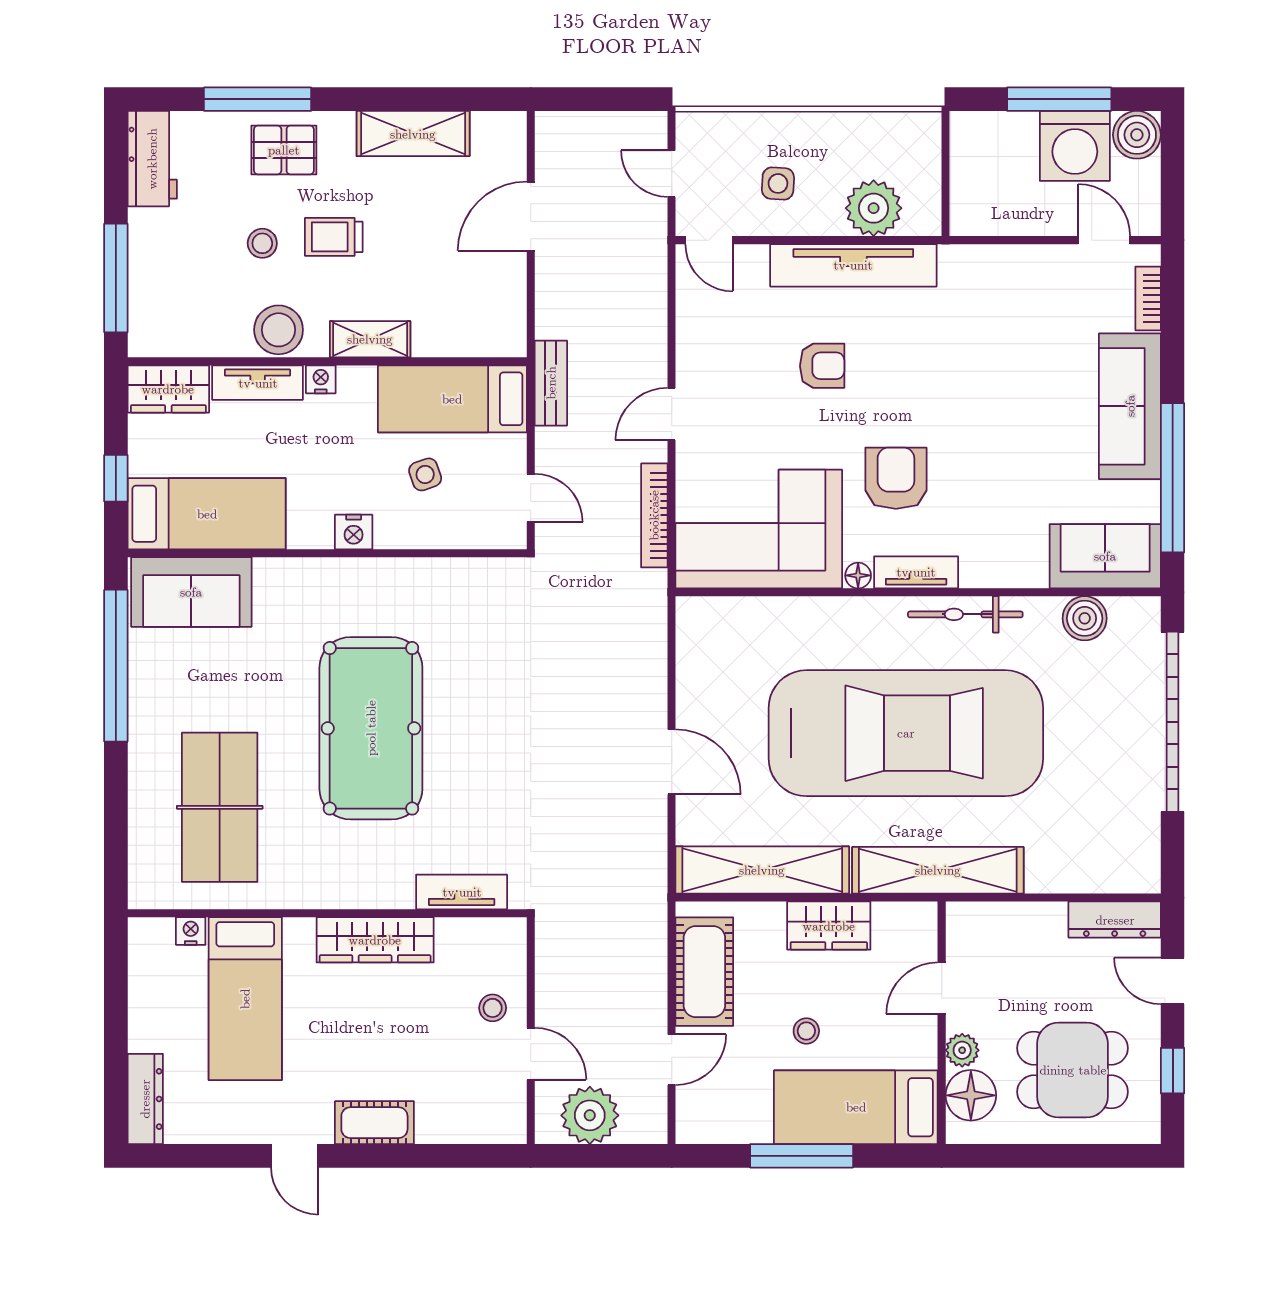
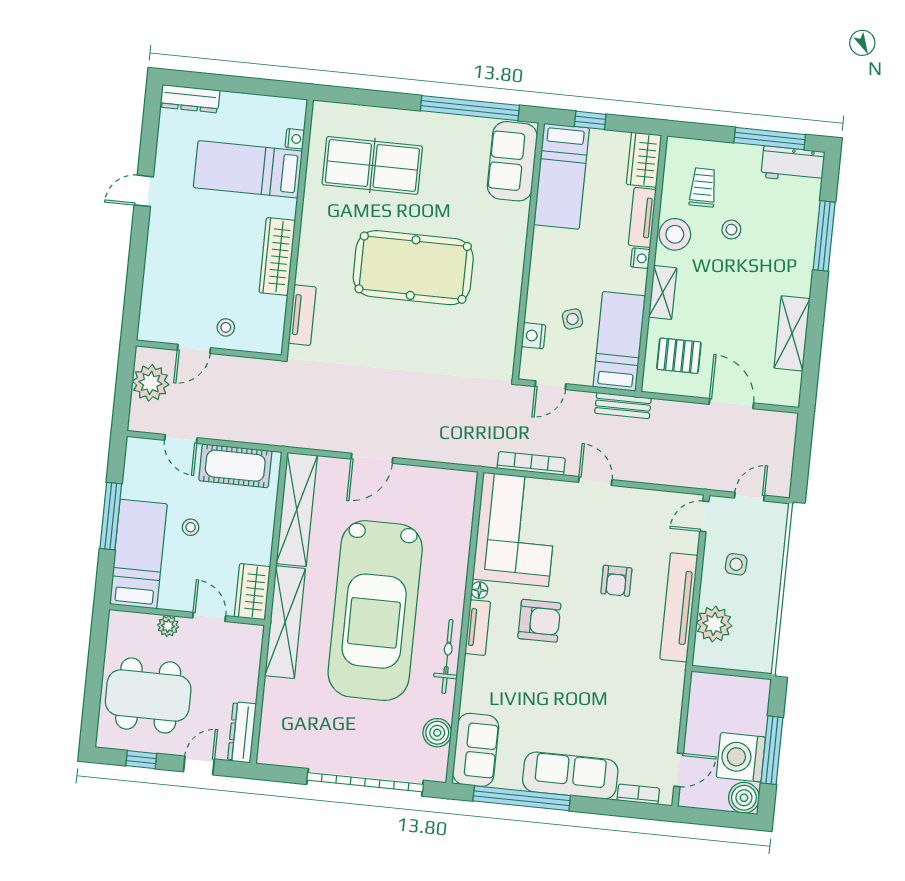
pallet: (284, 150) -> (679, 356), moved, turned 90
trolley: (334, 237) -> (703, 187), moved
window: (116, 278) -> (770, 139), moved
nightstand: (354, 532) -> (533, 336), moved
wardrobe: (829, 926) -> (252, 592), moved
dining table: (1073, 1070) -> (148, 695), width x1.38
floor lamp: (971, 1095) -> (139, 629), removed
cot: (374, 1123) -> (160, 244), removed

